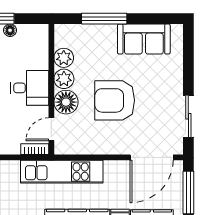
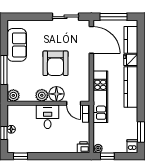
plant: (64, 58) -> (13, 95), moved

